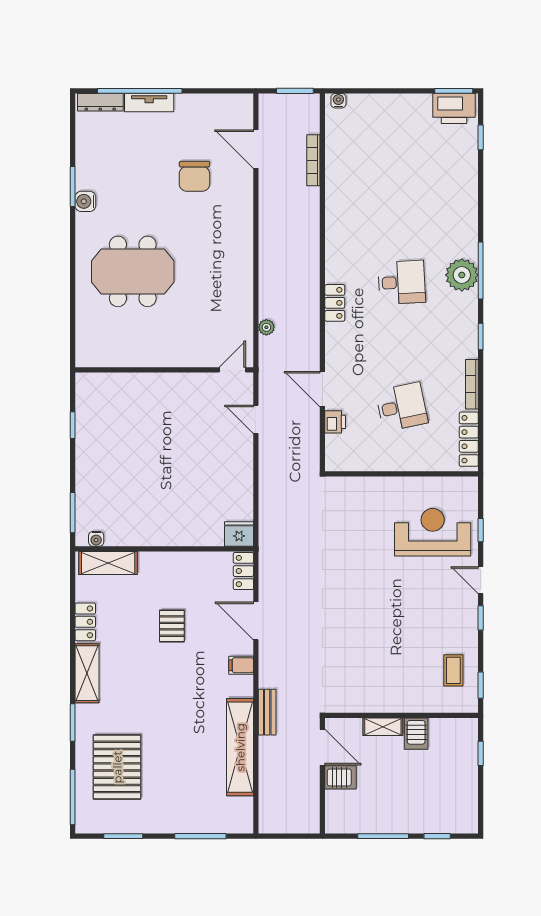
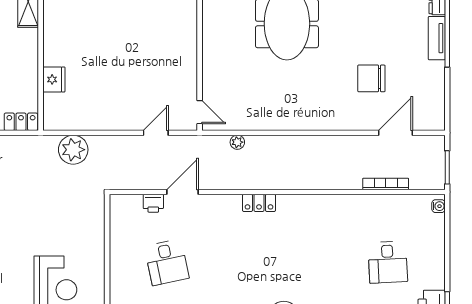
desk: (402, 282) -> (388, 262), moved
plant: (275, 512) -> (73, 150), added
fridge: (239, 534) -> (54, 79), moved

